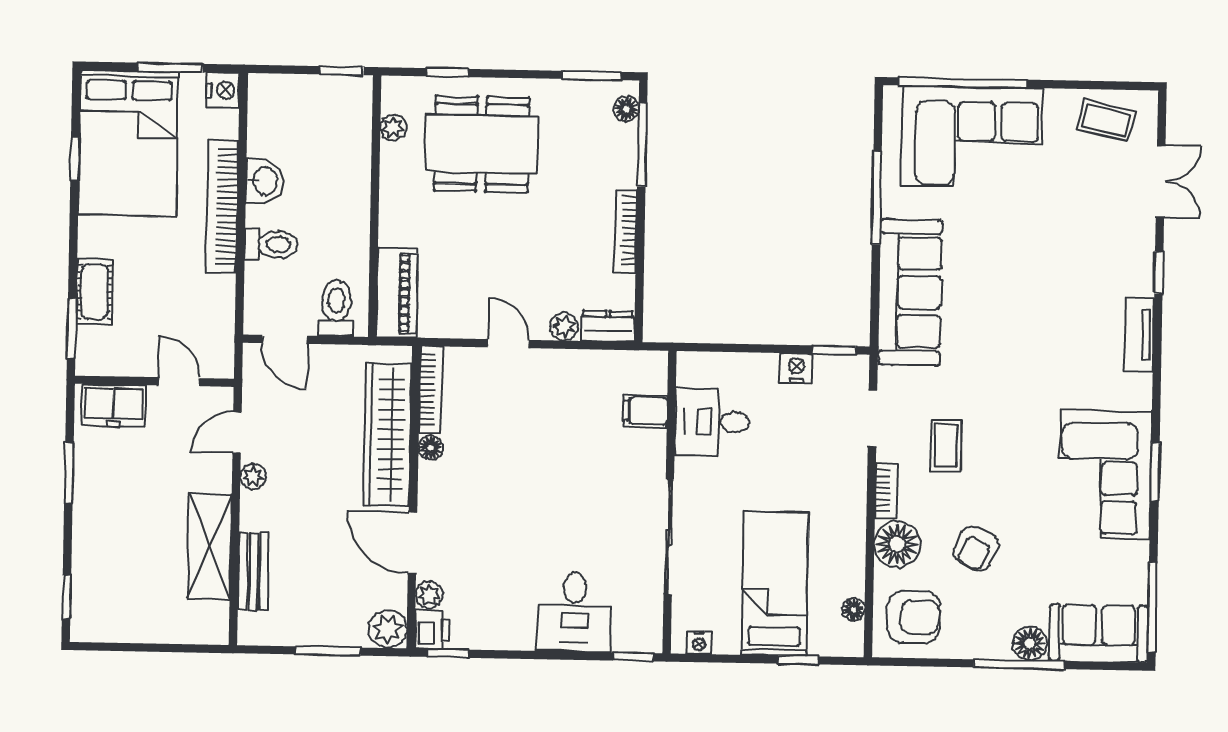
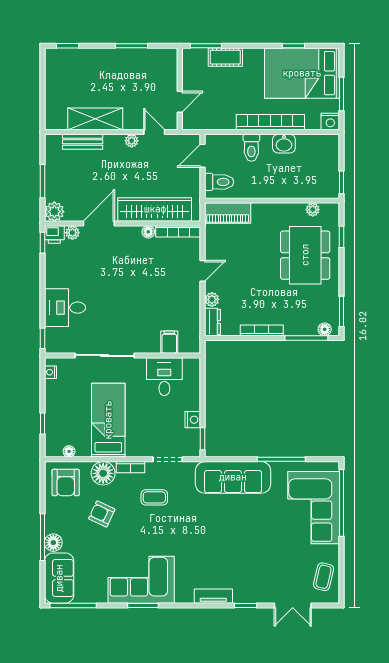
freezer: (113, 405) -> (167, 68), removed
bed: (775, 584) -> (108, 420), moved, turned -90

